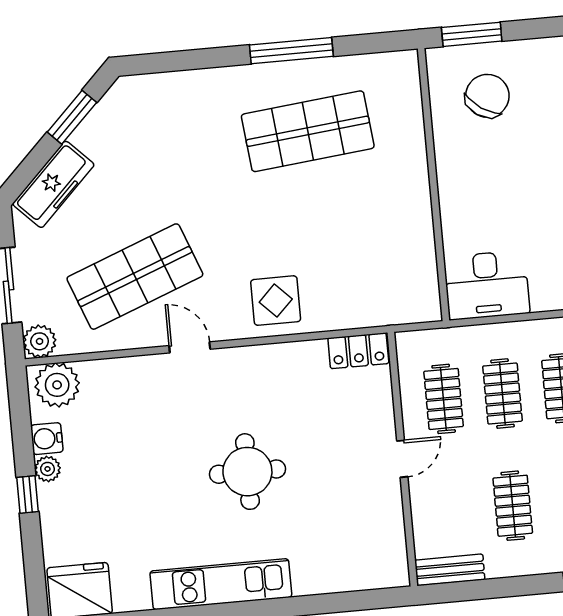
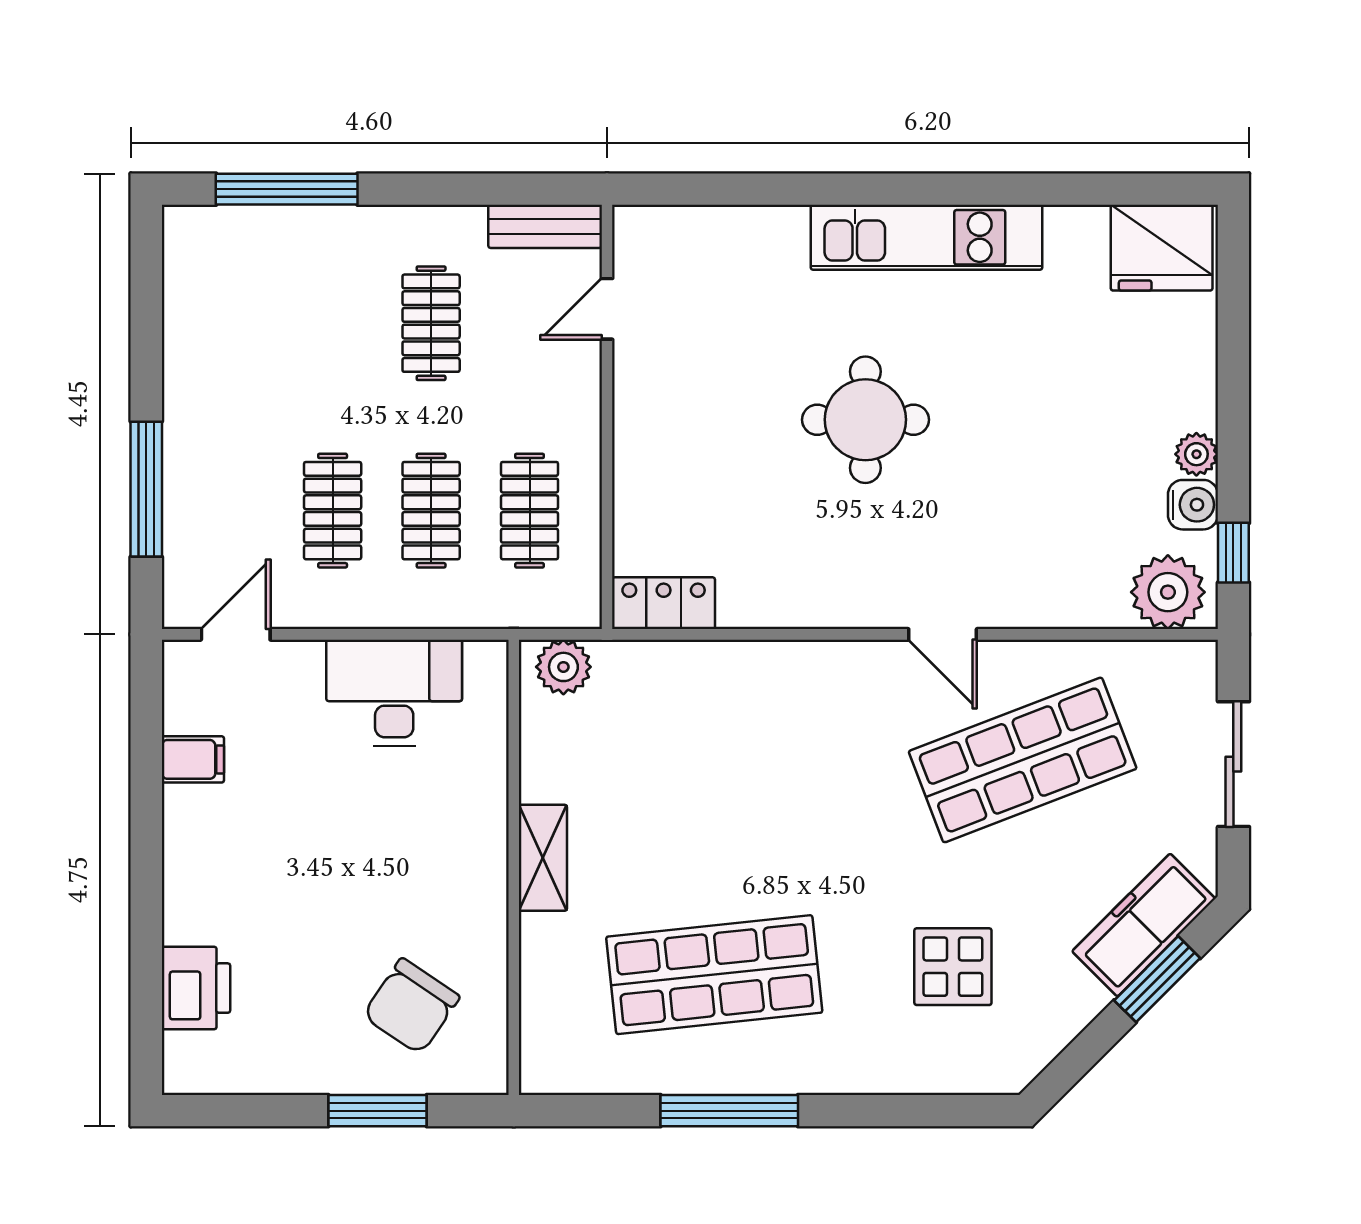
window: (472, 34) -> (378, 1111), moved
window: (72, 117) -> (1157, 979), moved
shelving: (417, 192) -> (543, 858), added
desk: (487, 285) -> (394, 693), moved
display table: (276, 301) -> (953, 967), moved
plant: (40, 341) -> (563, 667), moved
door: (402, 459) -> (607, 309), moved
window: (28, 495) -> (1233, 553), moved

